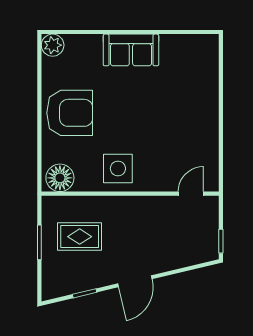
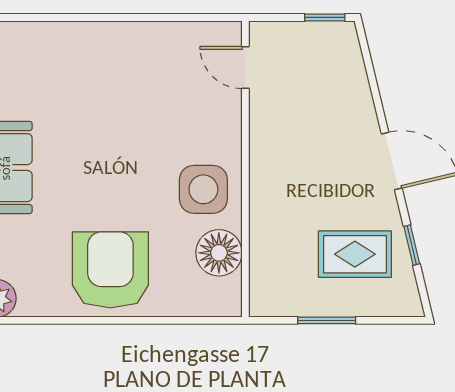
floor lamp: (60, 178) -> (219, 253), moved
rug: (80, 237) -> (355, 254), moved, turned 90

